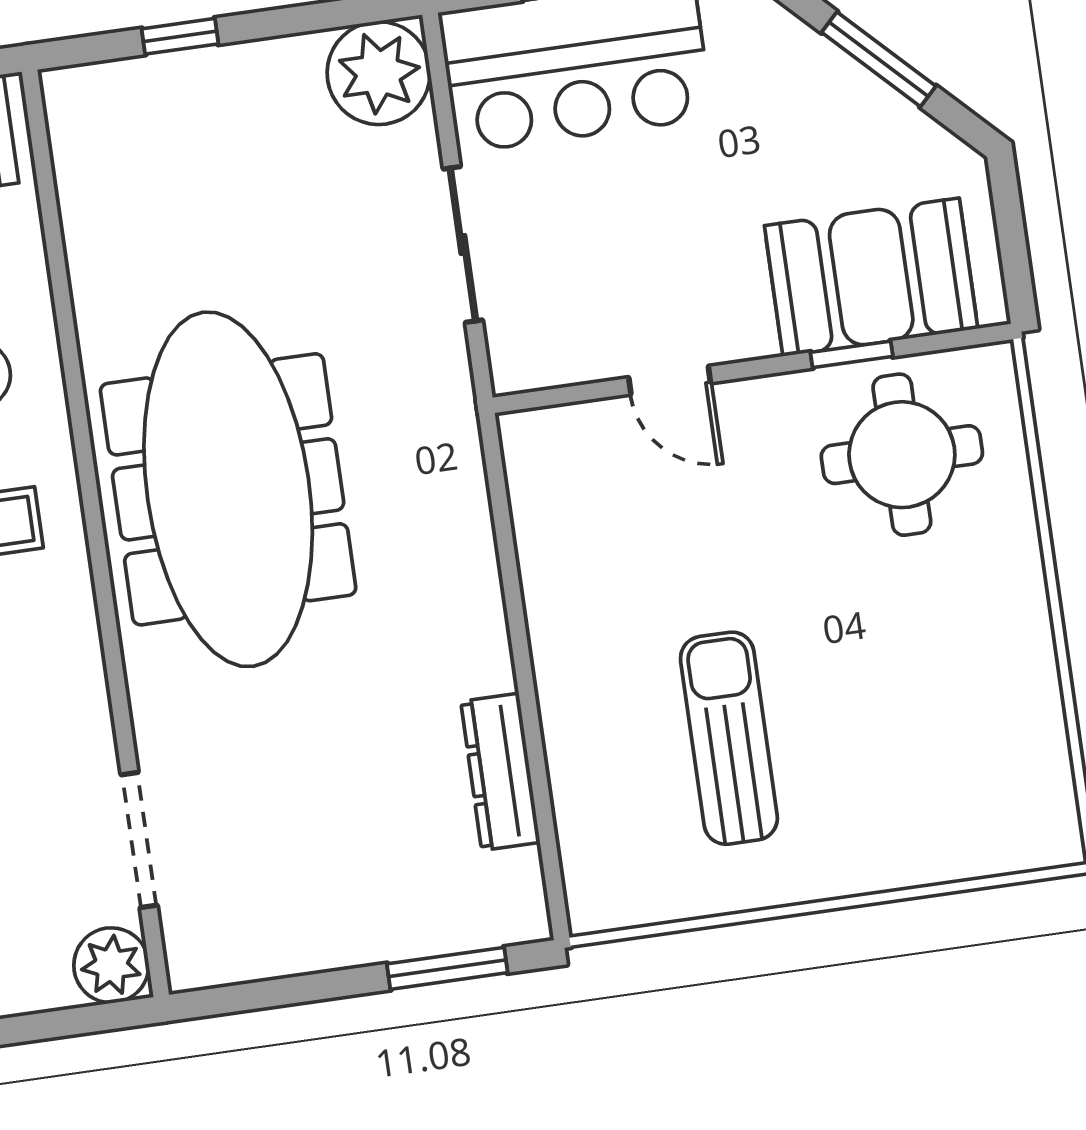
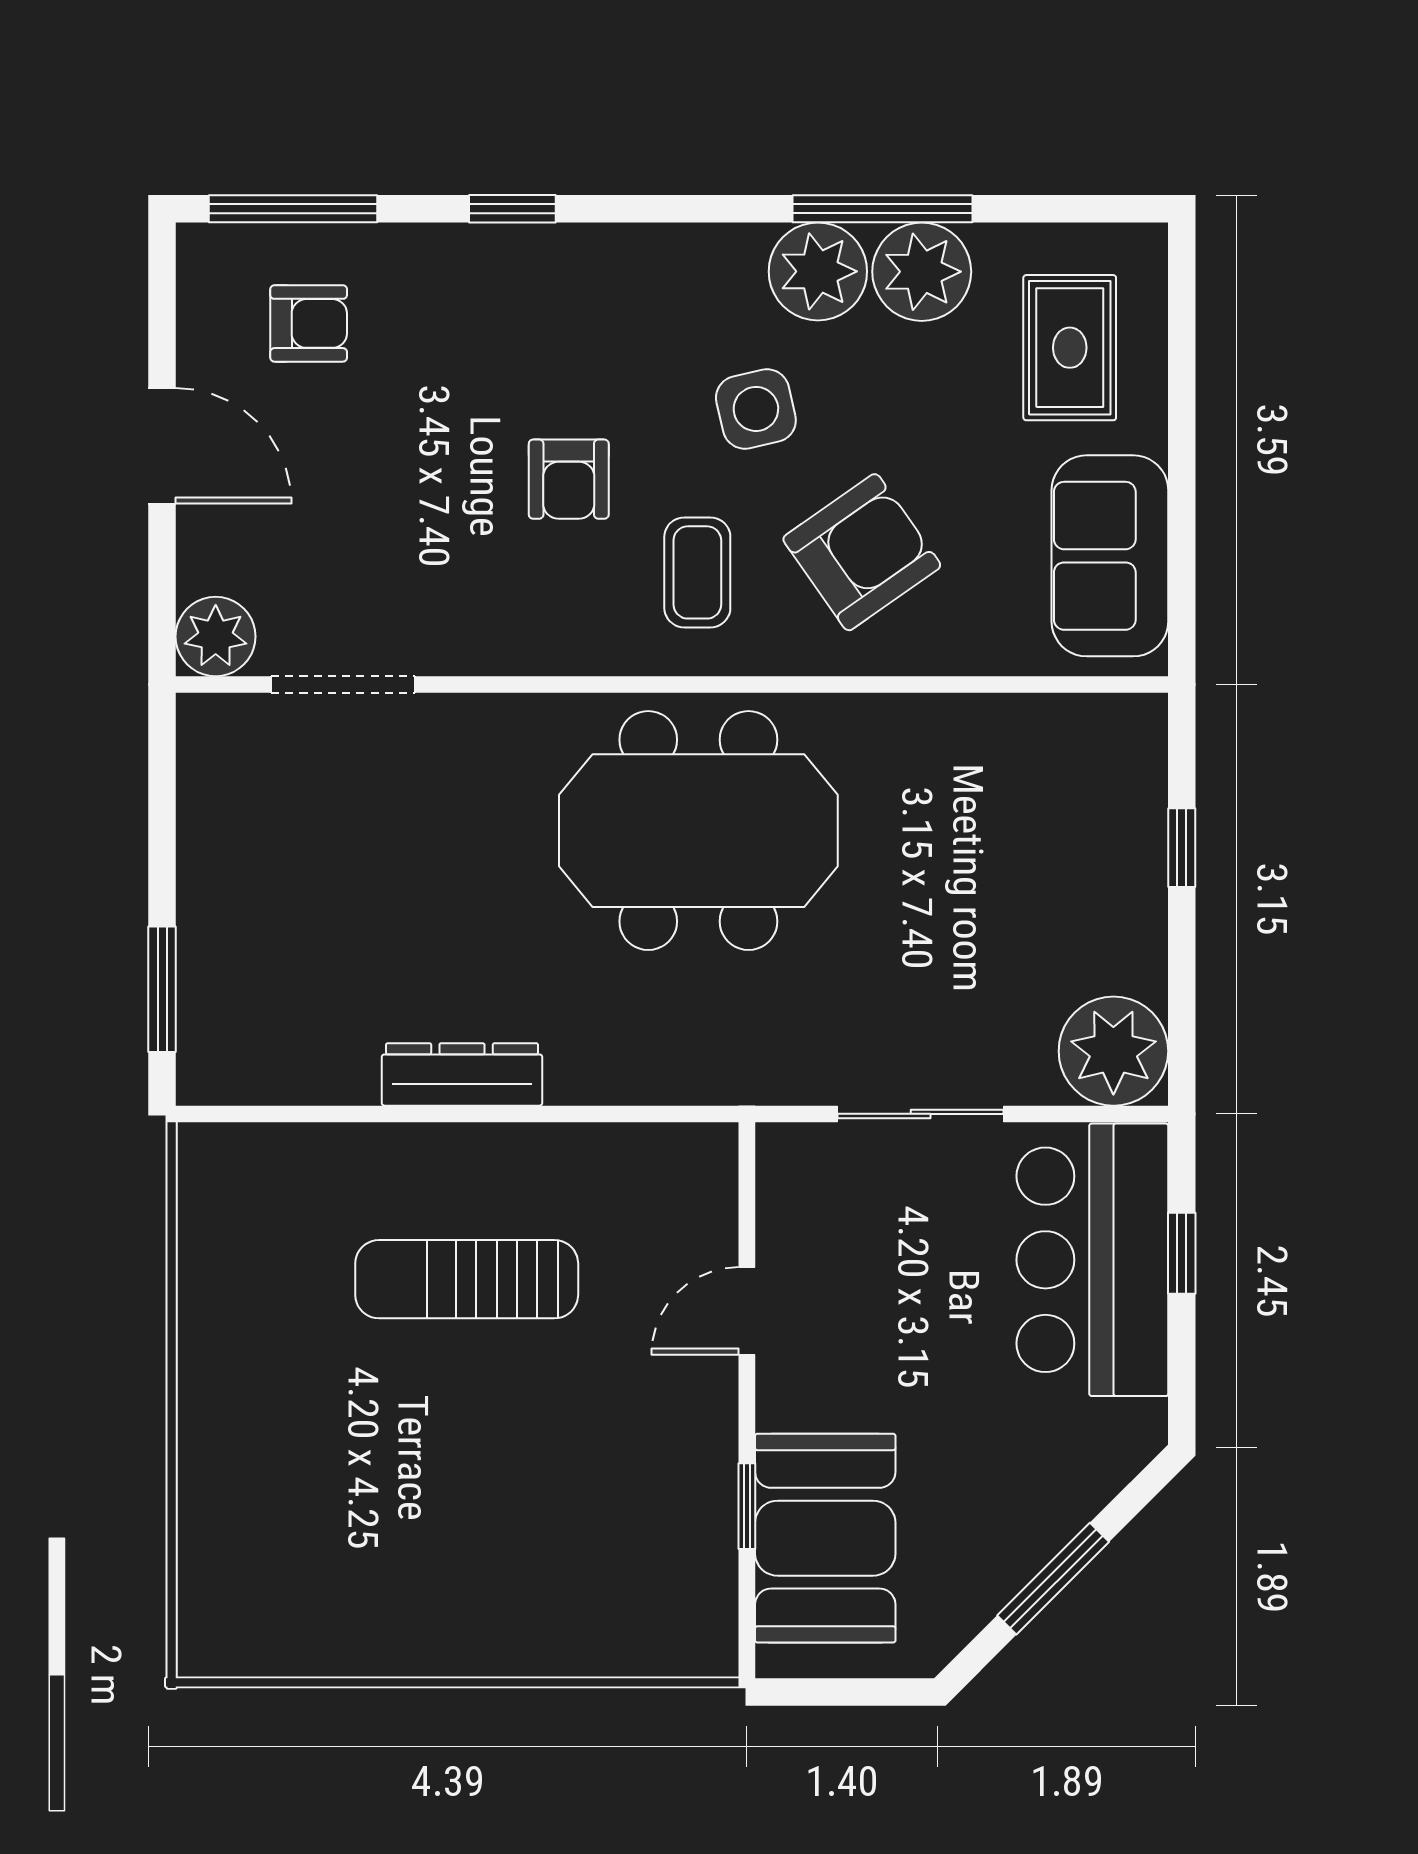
round table: (902, 455) -> (634, 1544), removed
meeting table: (228, 489) -> (698, 831), width x0.73
sun lounger: (729, 738) -> (467, 1279), moved, turned 180
dresser: (500, 772) -> (462, 1074), moved

